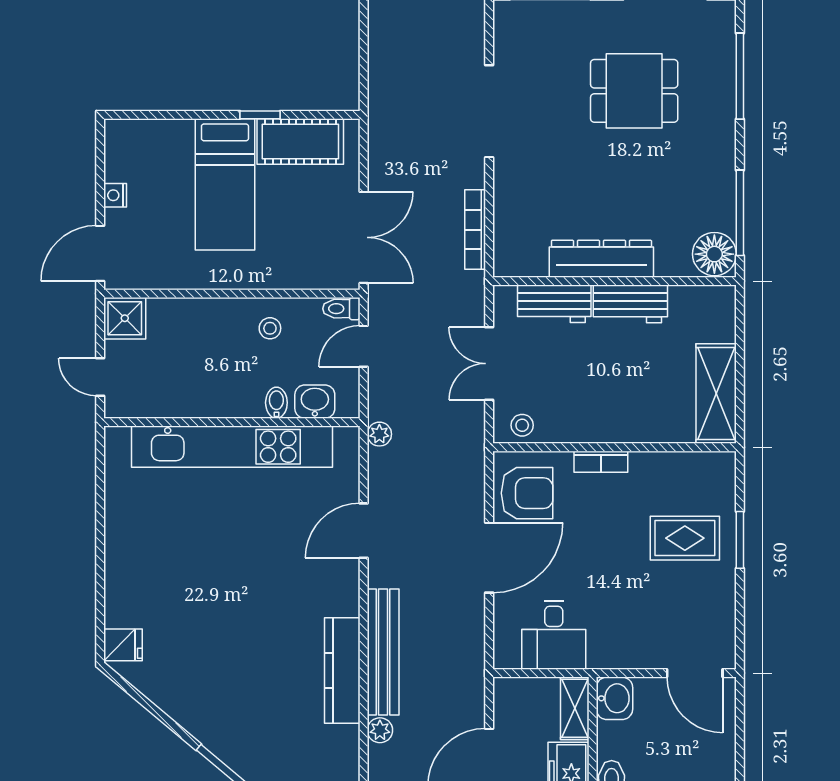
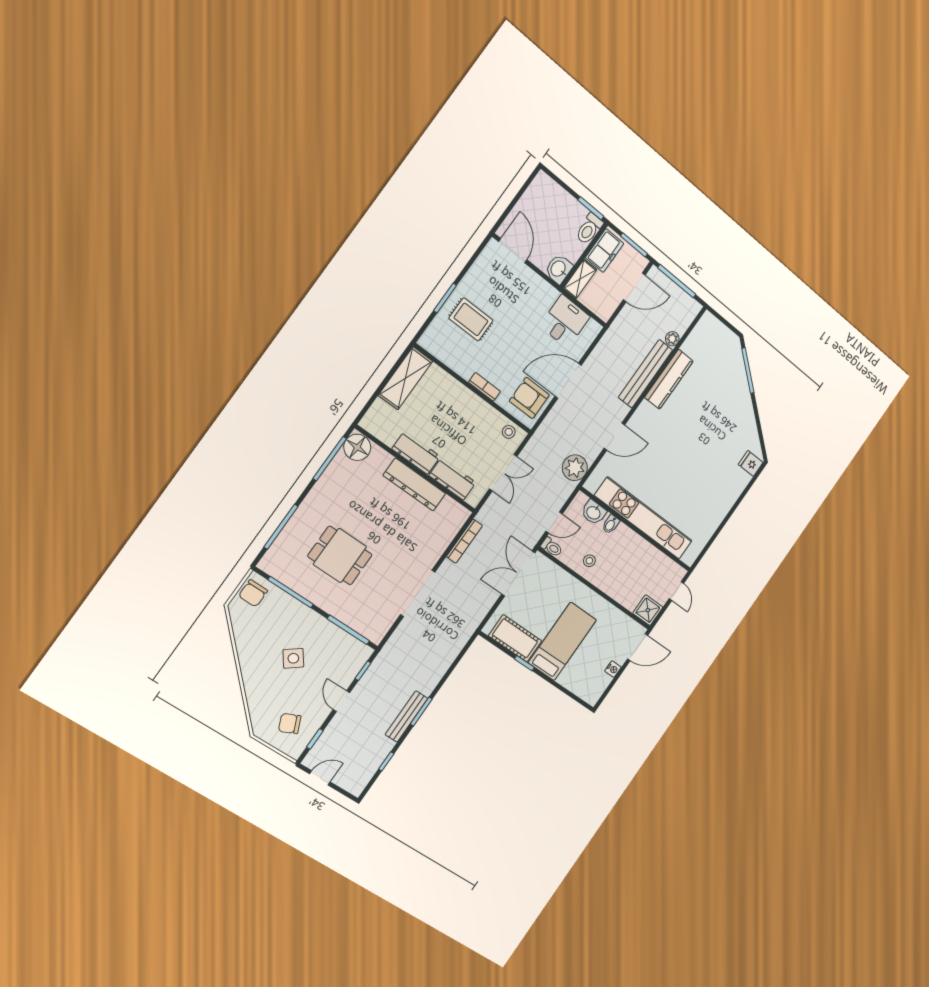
plant: (379, 434) -> (575, 468), width x1.88, depth x1.88

